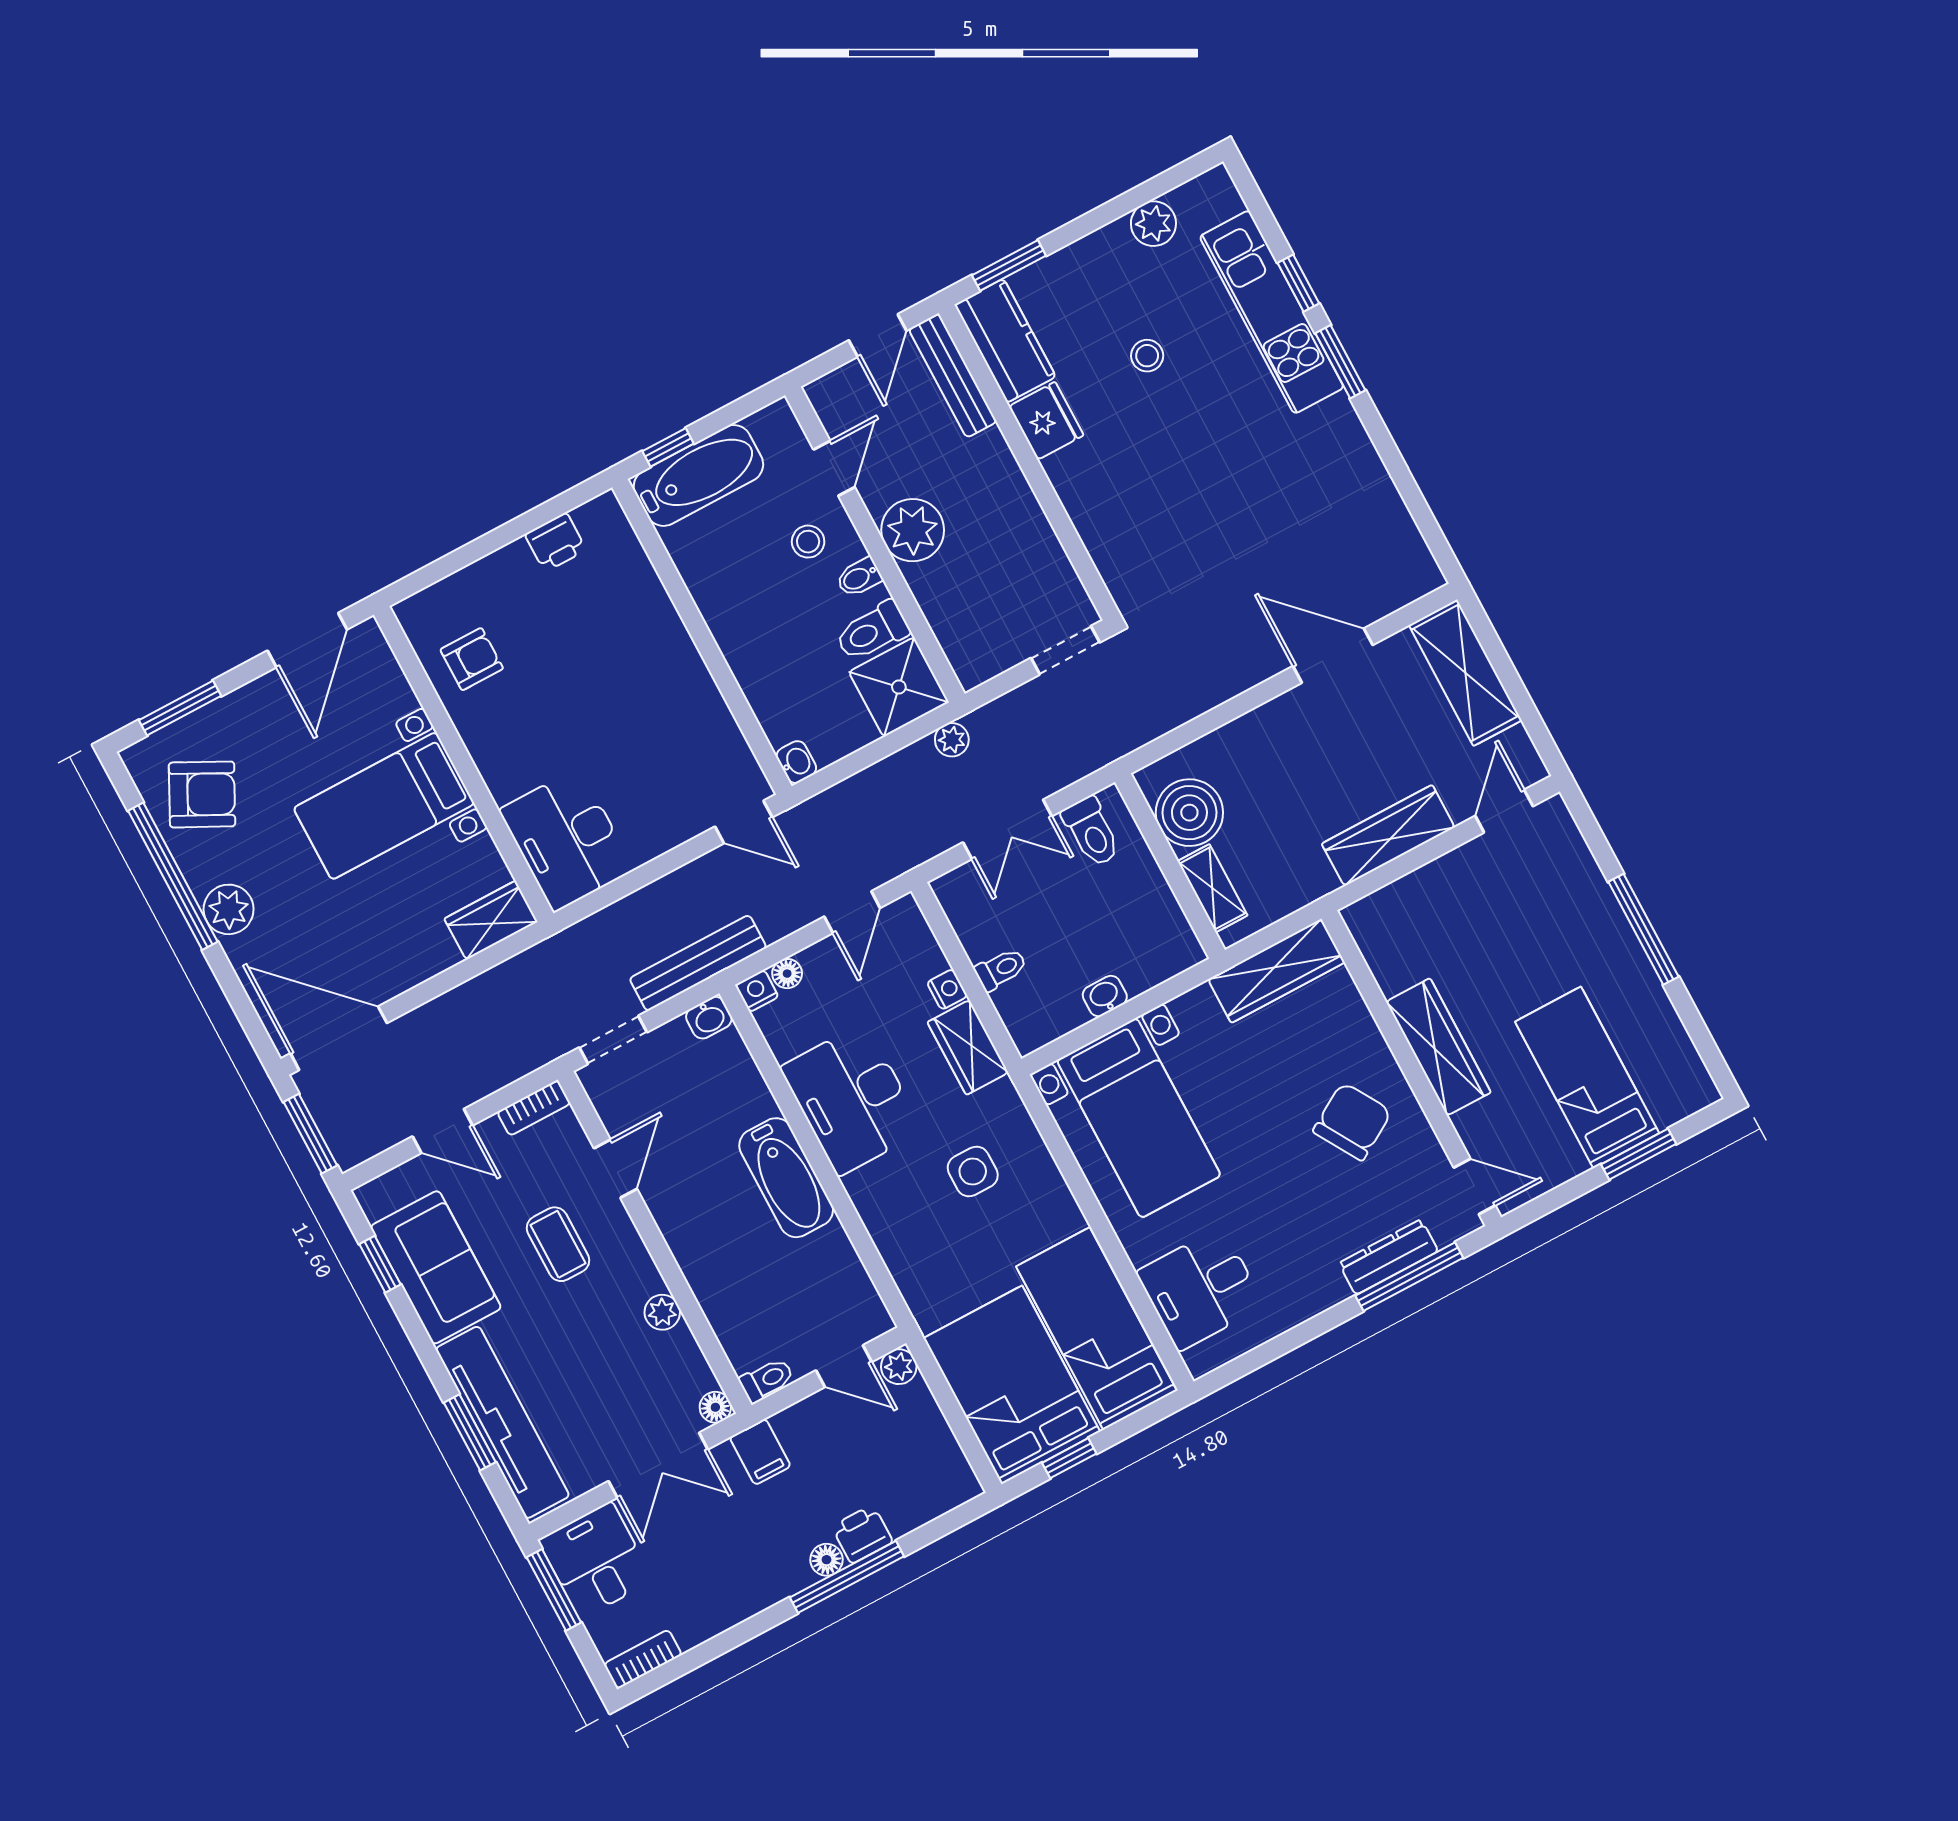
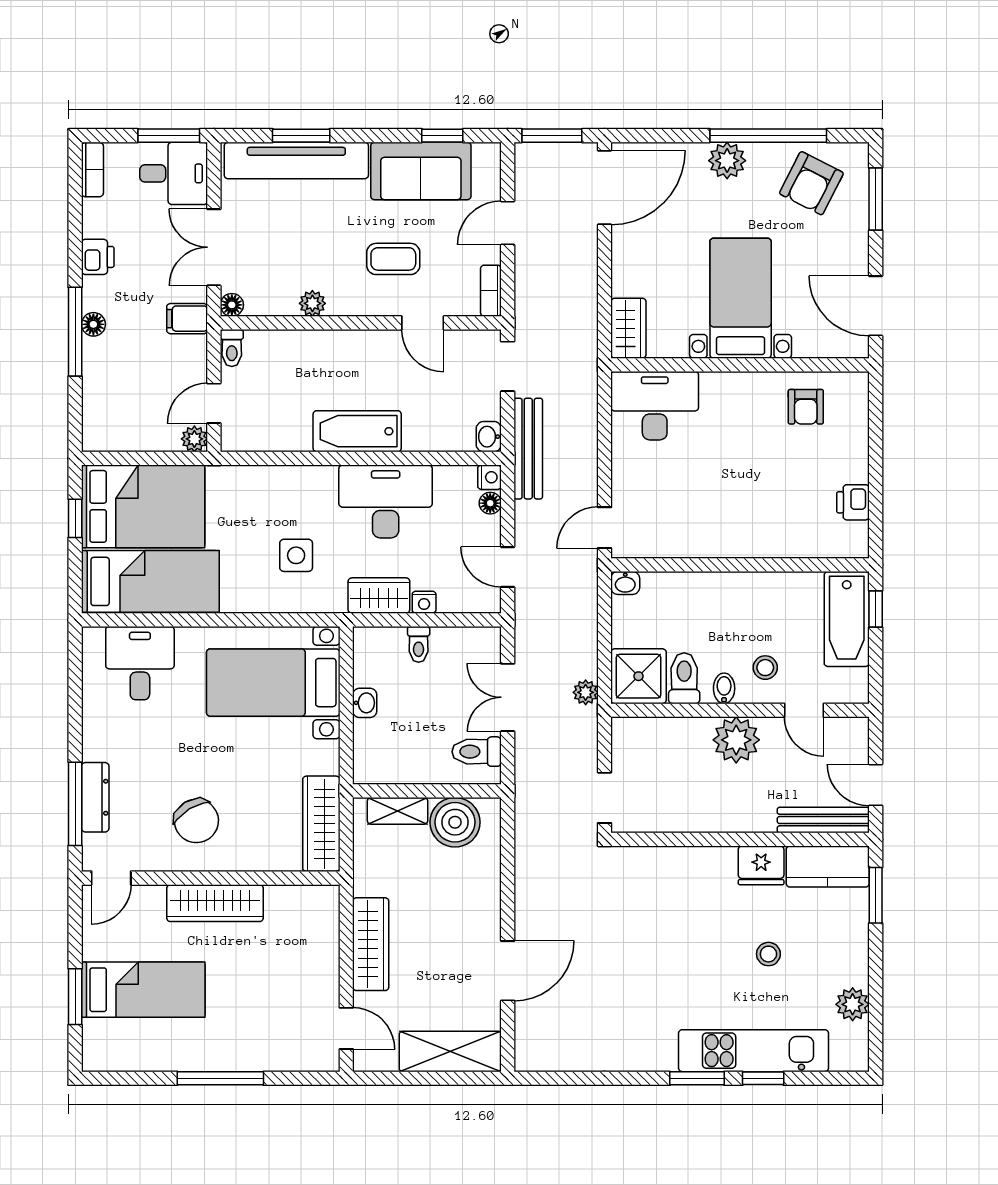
printer: (862, 1534) -> (98, 257), moved

